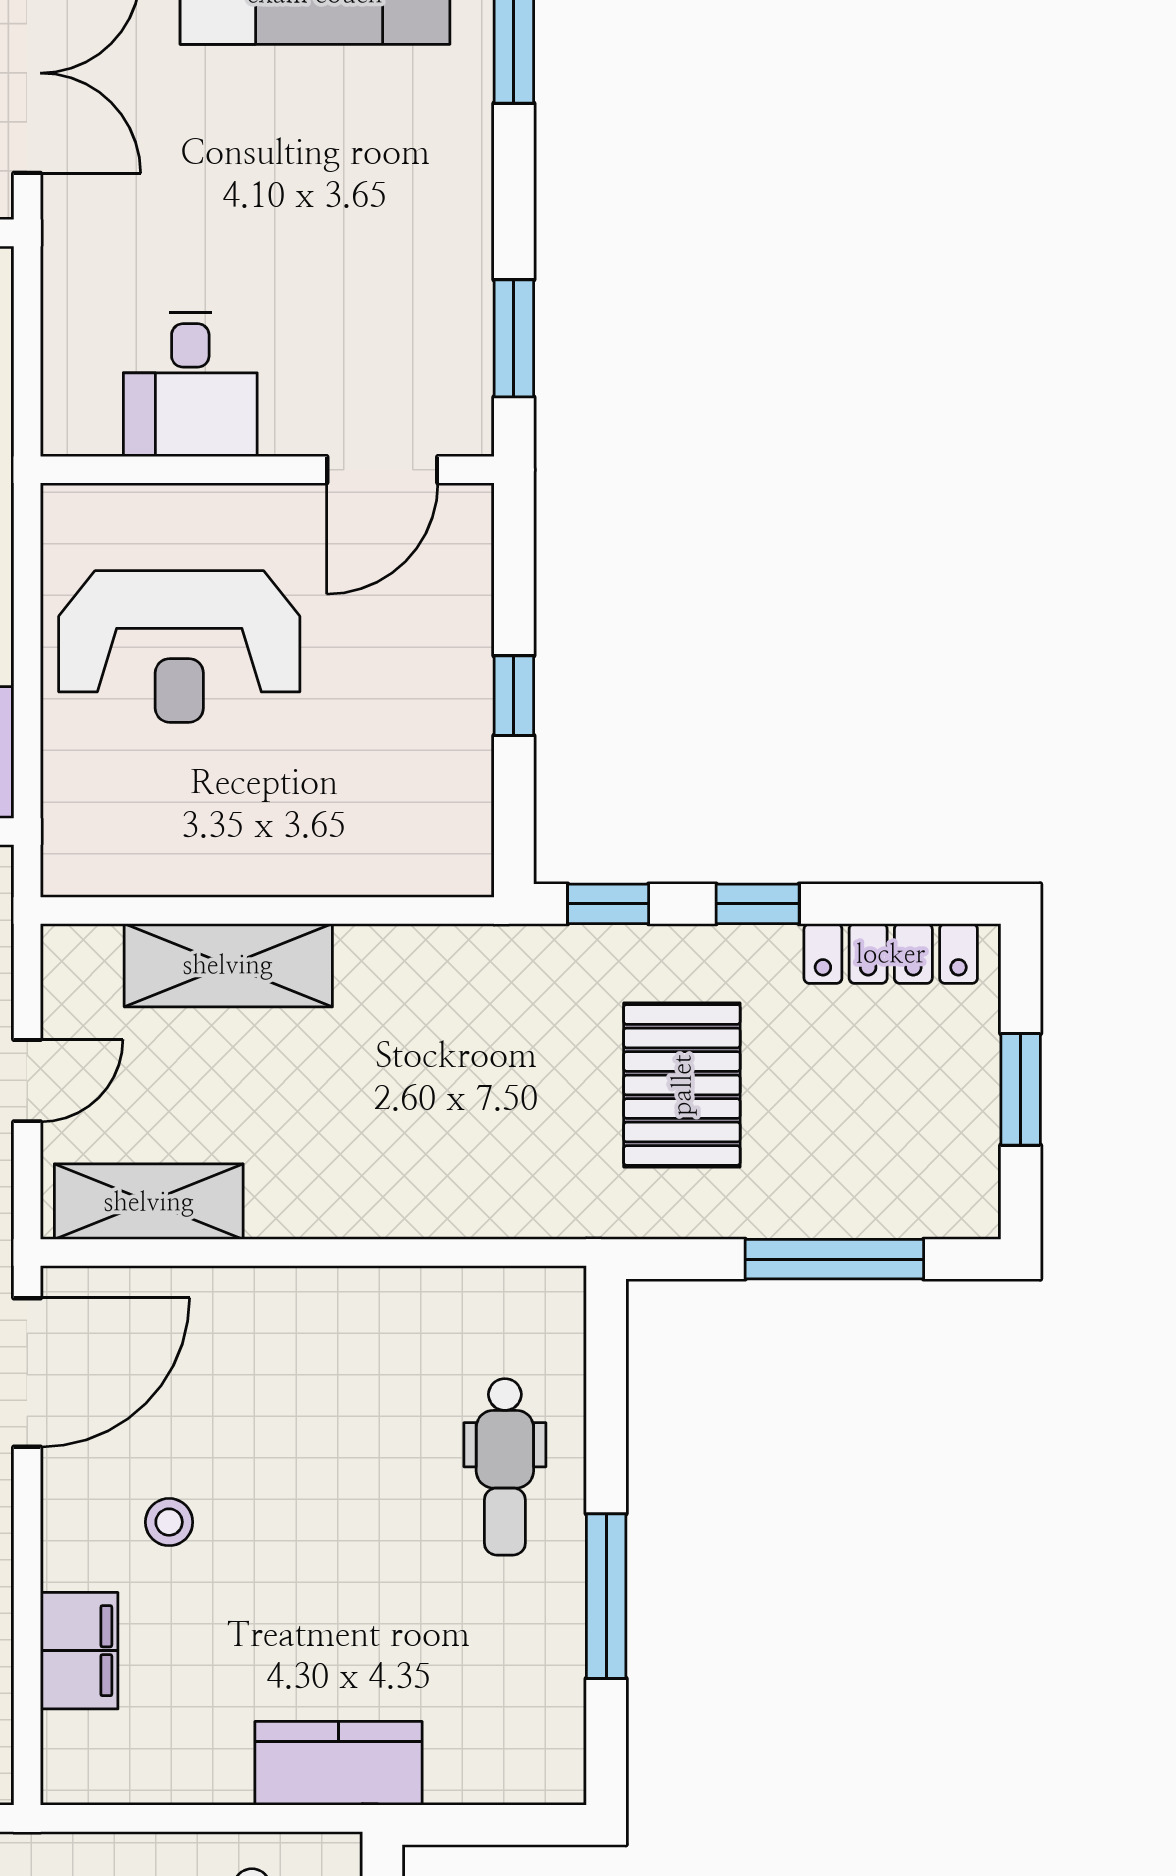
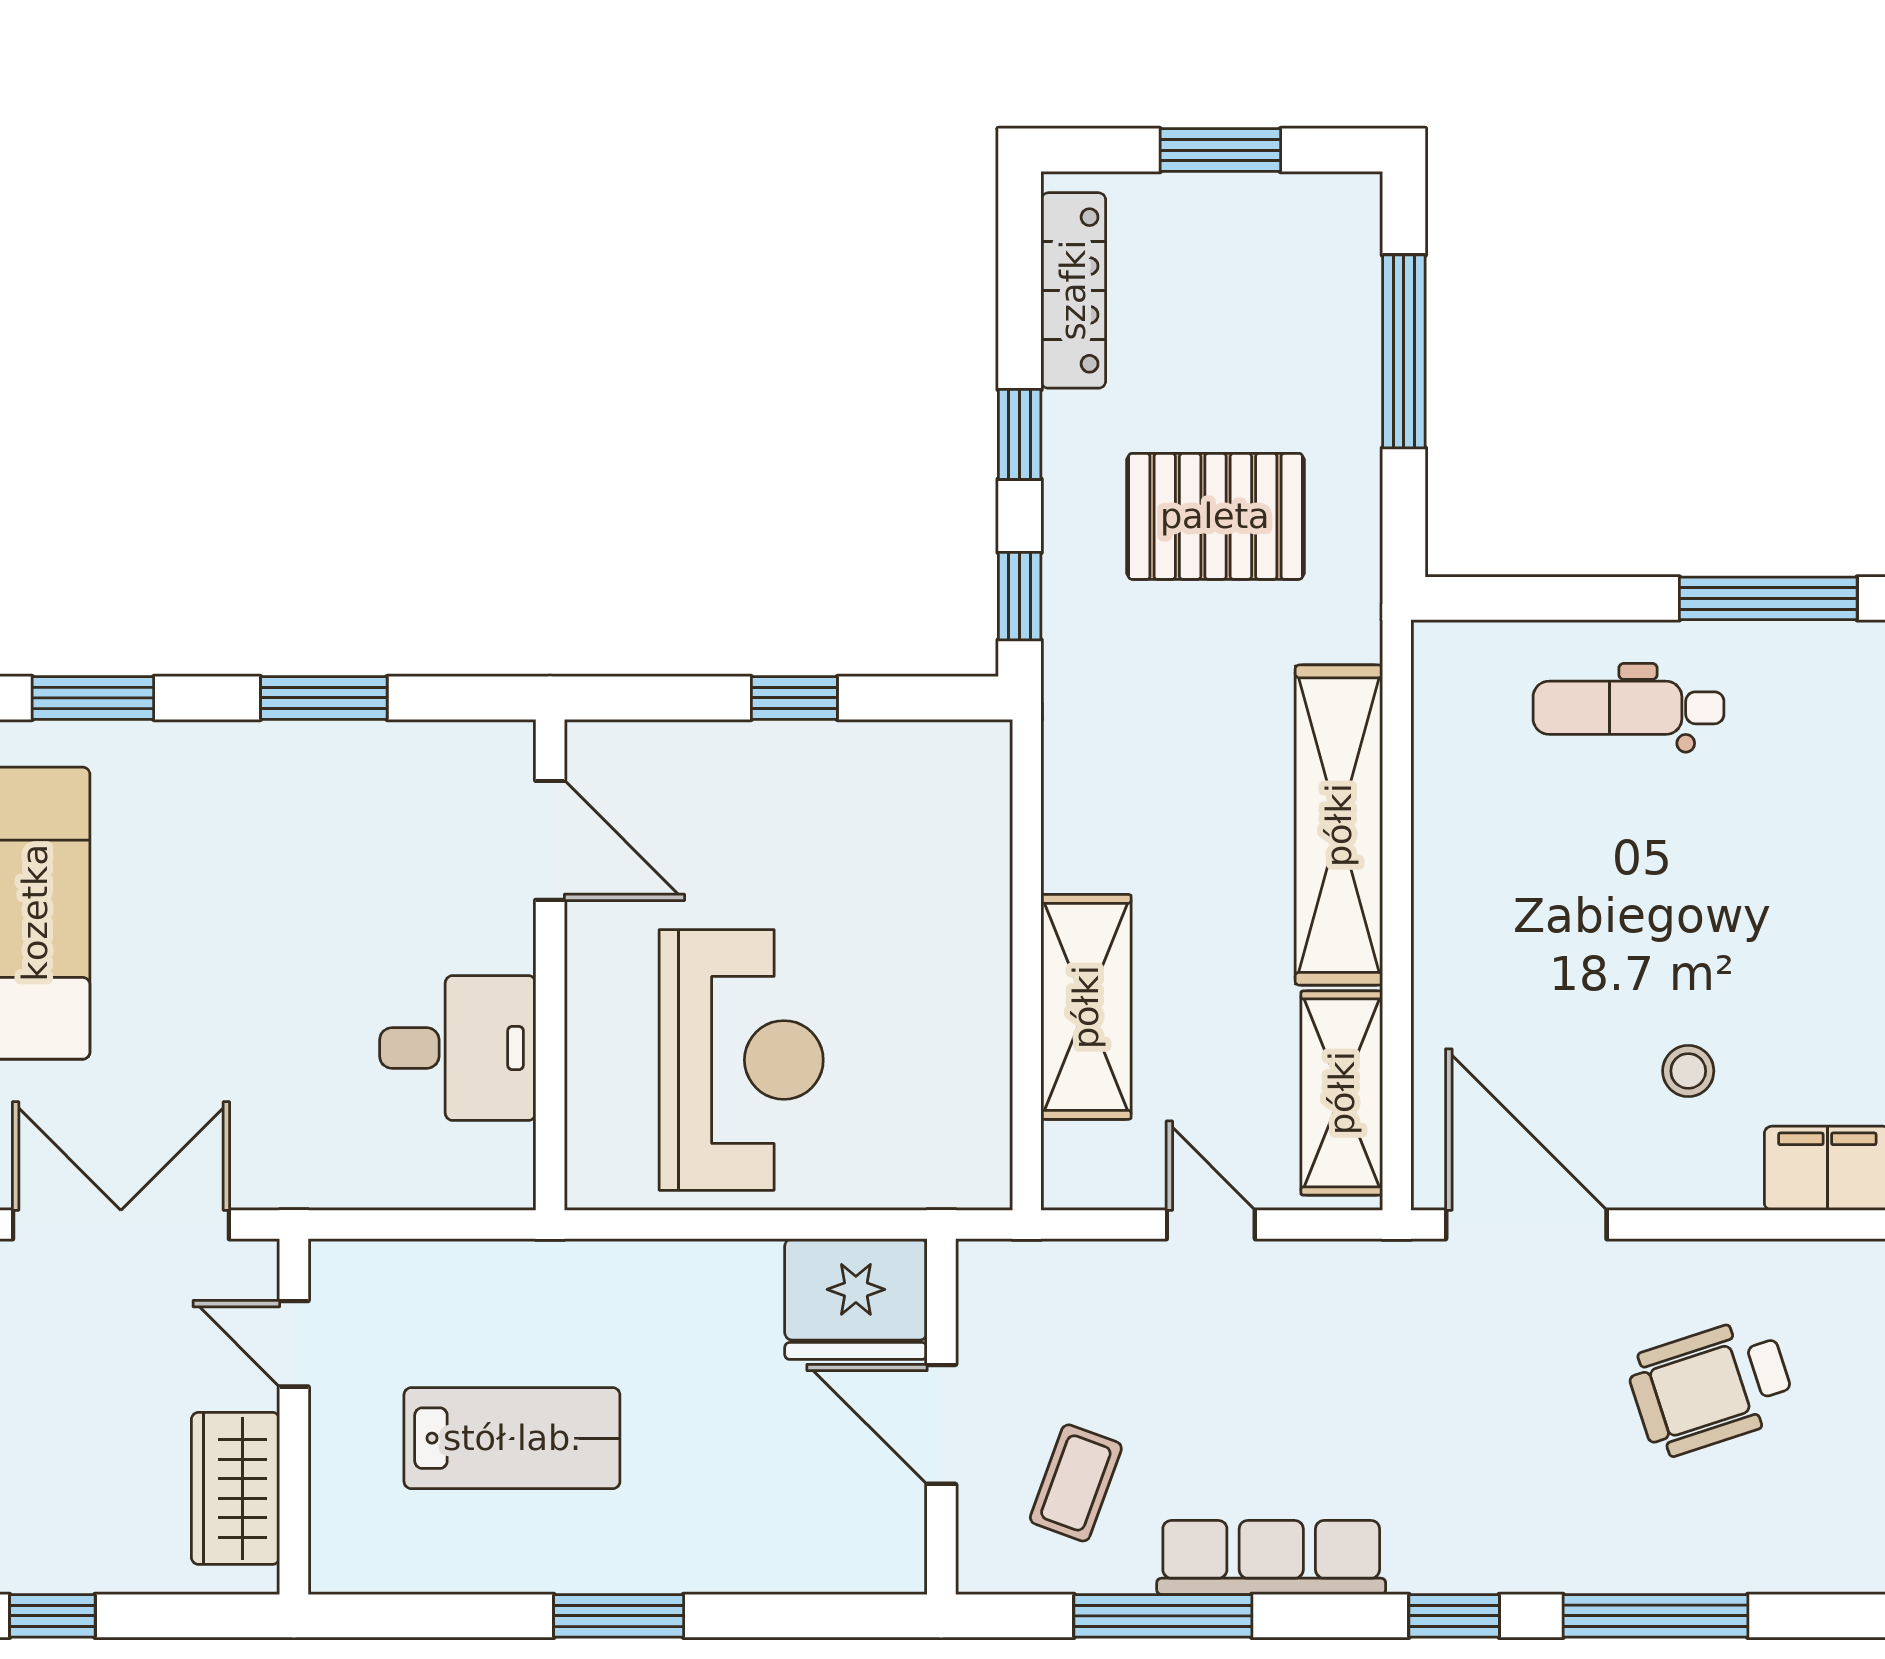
window: (514, 338) -> (324, 698), moved
shelving: (396, 1199) -> (1339, 825), added
dental chair: (505, 1467) -> (1628, 708), turned 180

